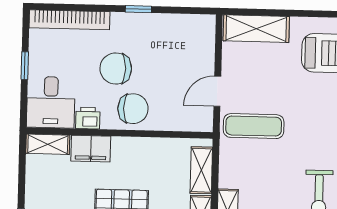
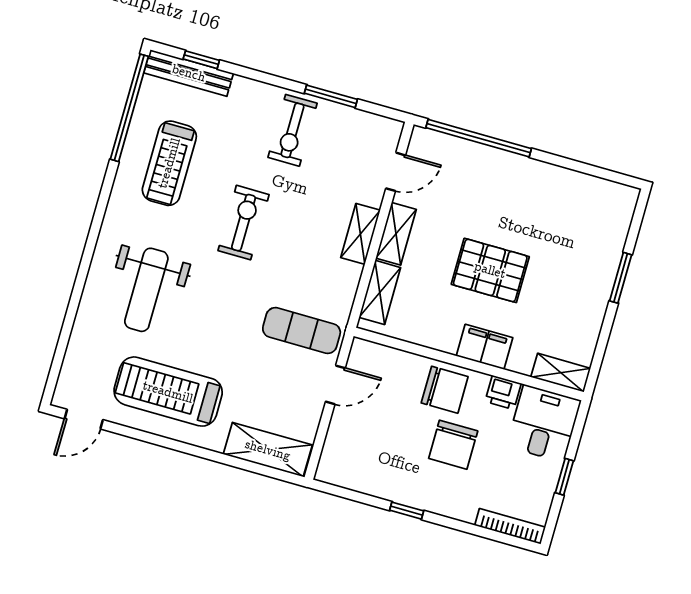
bookcase: (69, 20) -> (510, 526), width x0.68, depth x0.76
chair: (116, 68) -> (453, 445), turned 90
chair: (133, 109) -> (445, 390), turned 180
filing cabinet: (91, 149) -> (485, 347), moved

